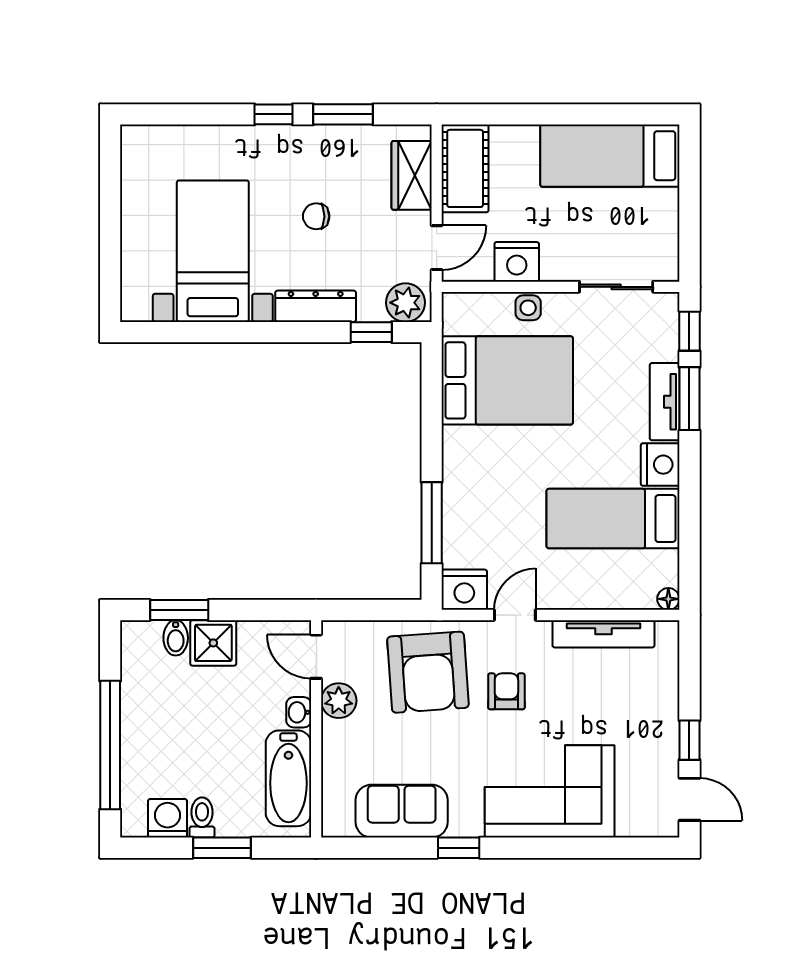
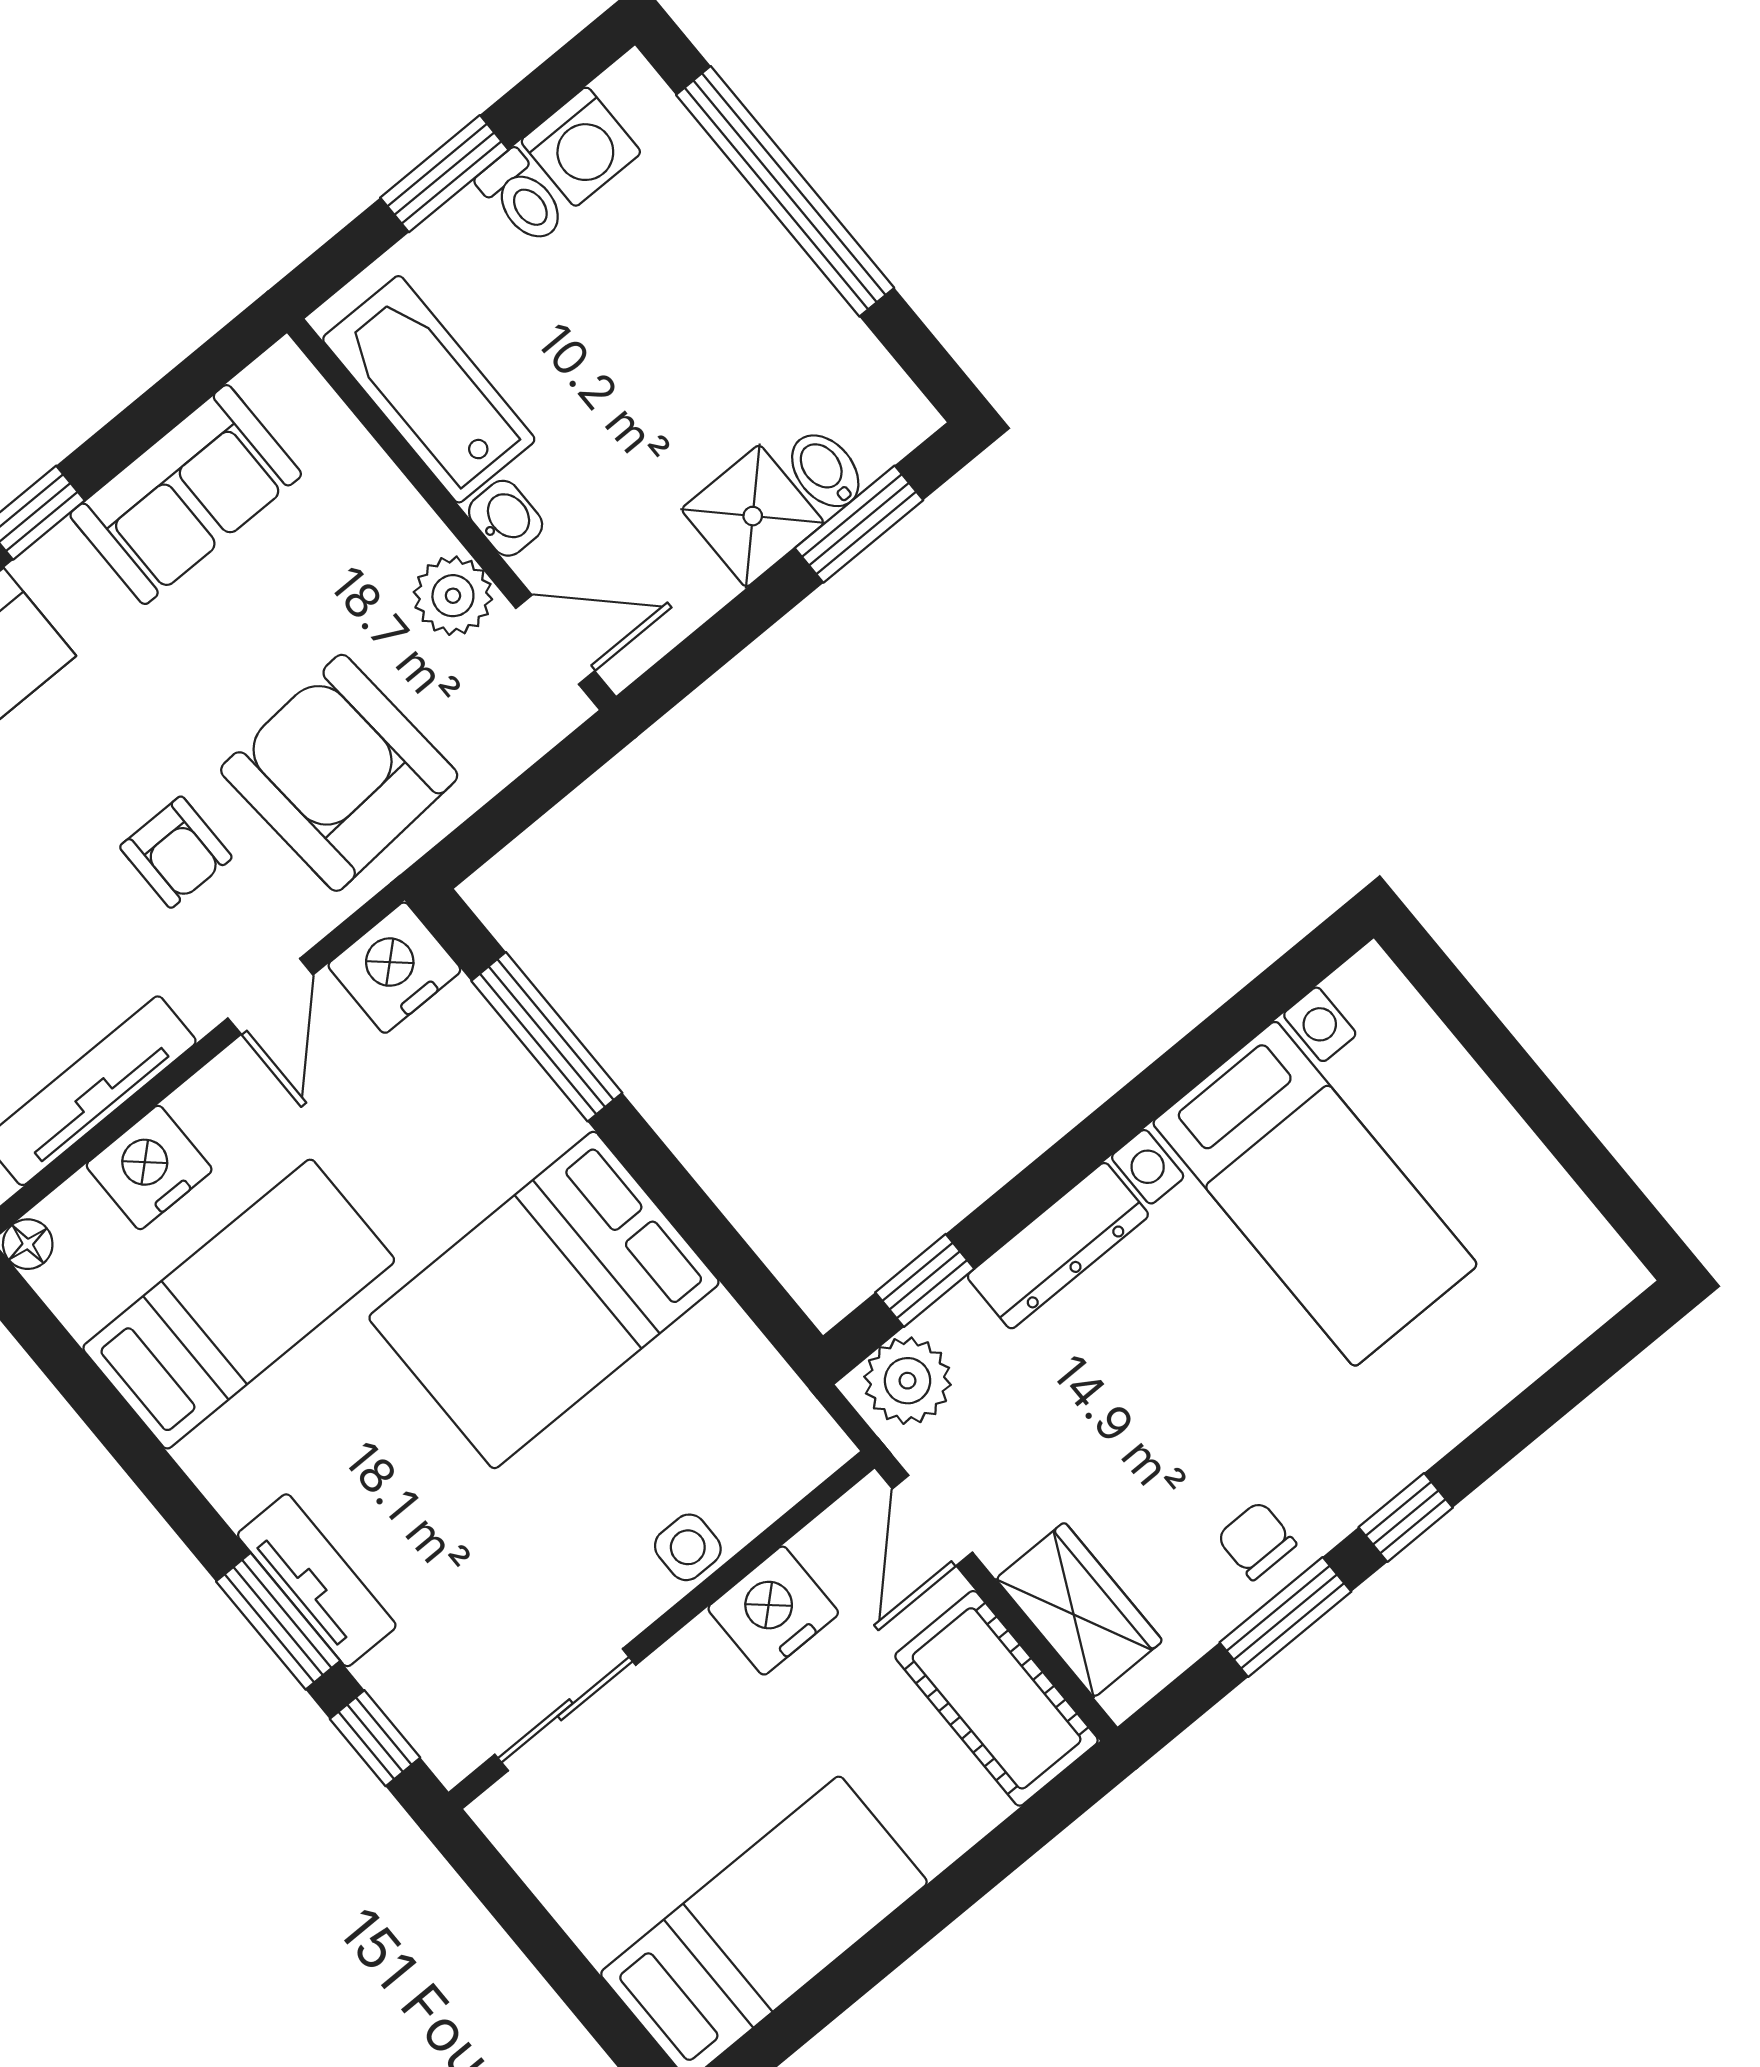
chair: (316, 216) -> (1256, 1541), moved, turned -90
bed: (507, 380) -> (544, 1300), moved
nightstand: (660, 465) -> (149, 1168), moved, turned 90

